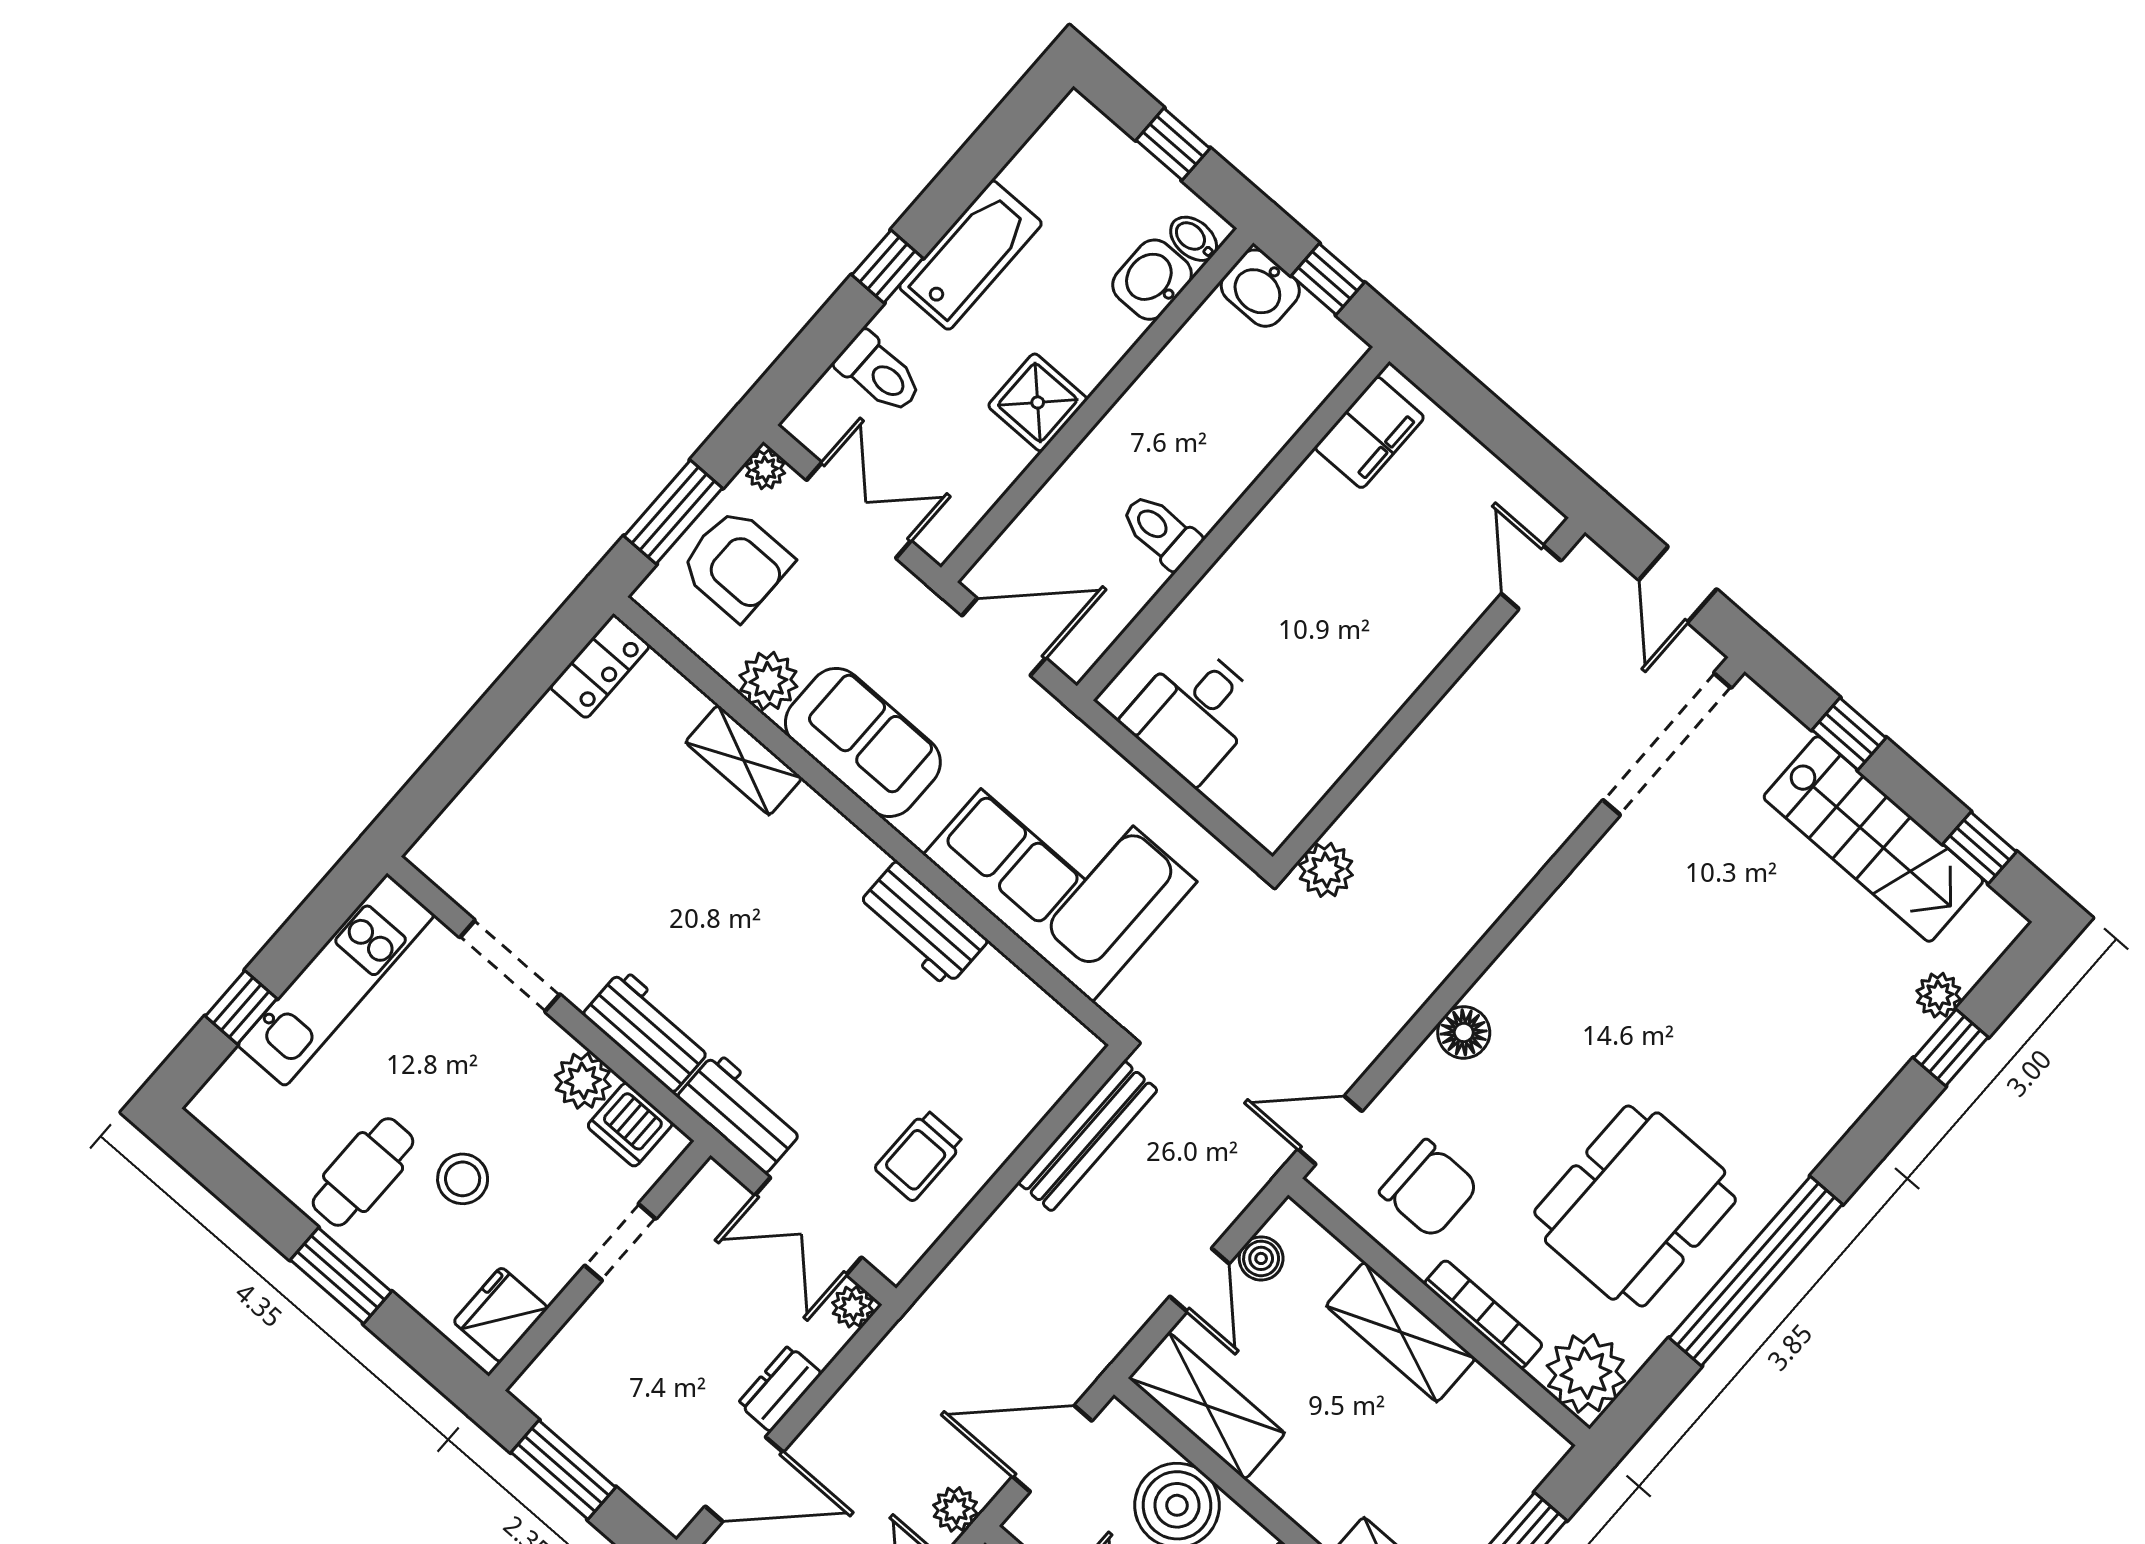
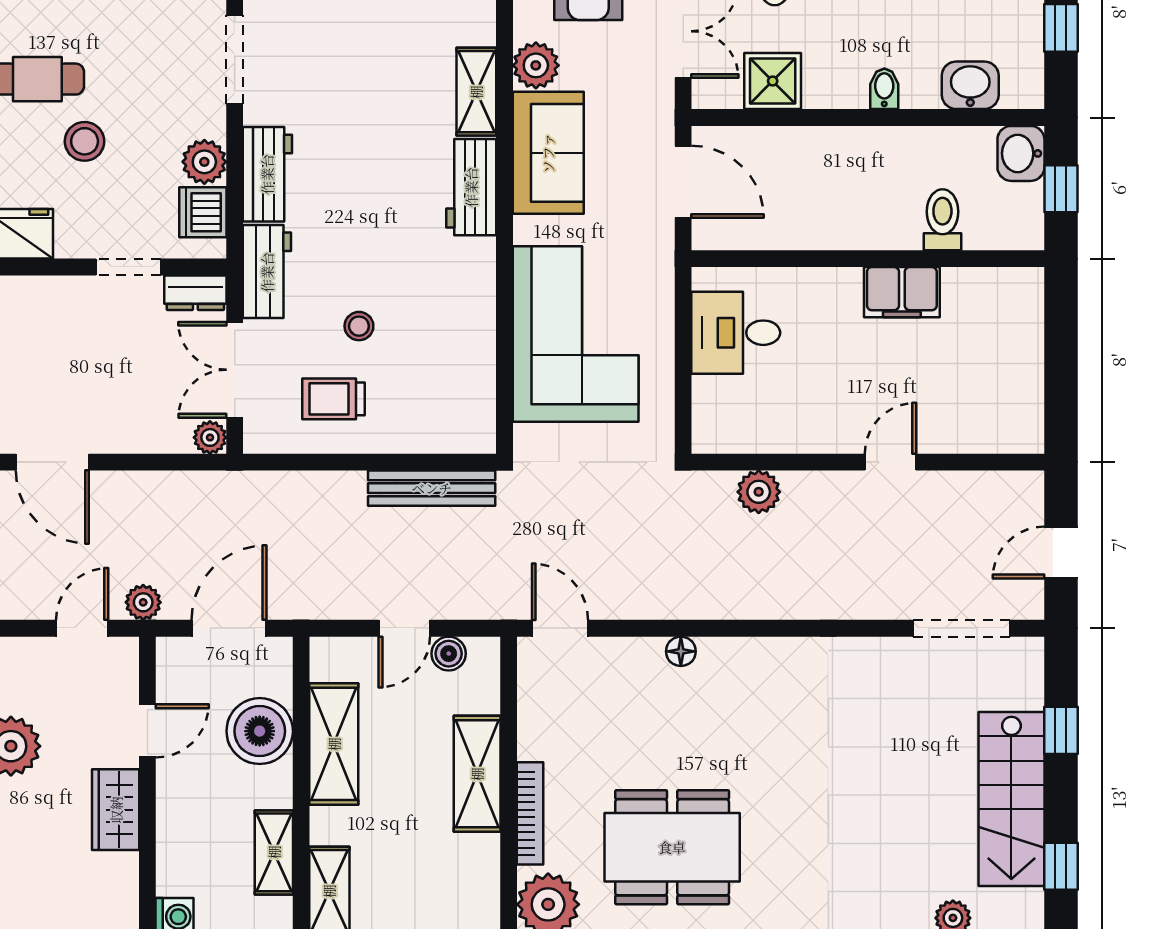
bidet: (1194, 239) -> (884, 89), moved
shower: (1038, 402) -> (773, 81), moved
filing cabinet: (1369, 432) -> (902, 292), moved
toilet: (1161, 531) -> (942, 220), moved
door: (1531, 577) -> (890, 462), moved
doorway: (1667, 744) -> (961, 628), width x0.73
plant: (1326, 870) -> (759, 492), moved
workbench: (922, 924) -> (471, 187), moved
floor lamp: (1464, 1032) -> (681, 651), width x0.73, depth x0.73
stool: (871, 1070) -> (359, 326), added
chair: (1429, 1189) -> (576, 717), removed
dresser: (780, 1388) -> (195, 293), moved, turned 180
shelving: (1207, 1406) -> (334, 744), moved
door: (1052, 1449) -> (229, 628), hinge flipped

